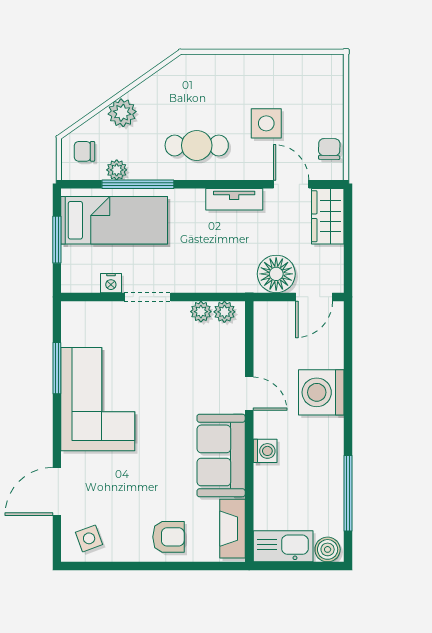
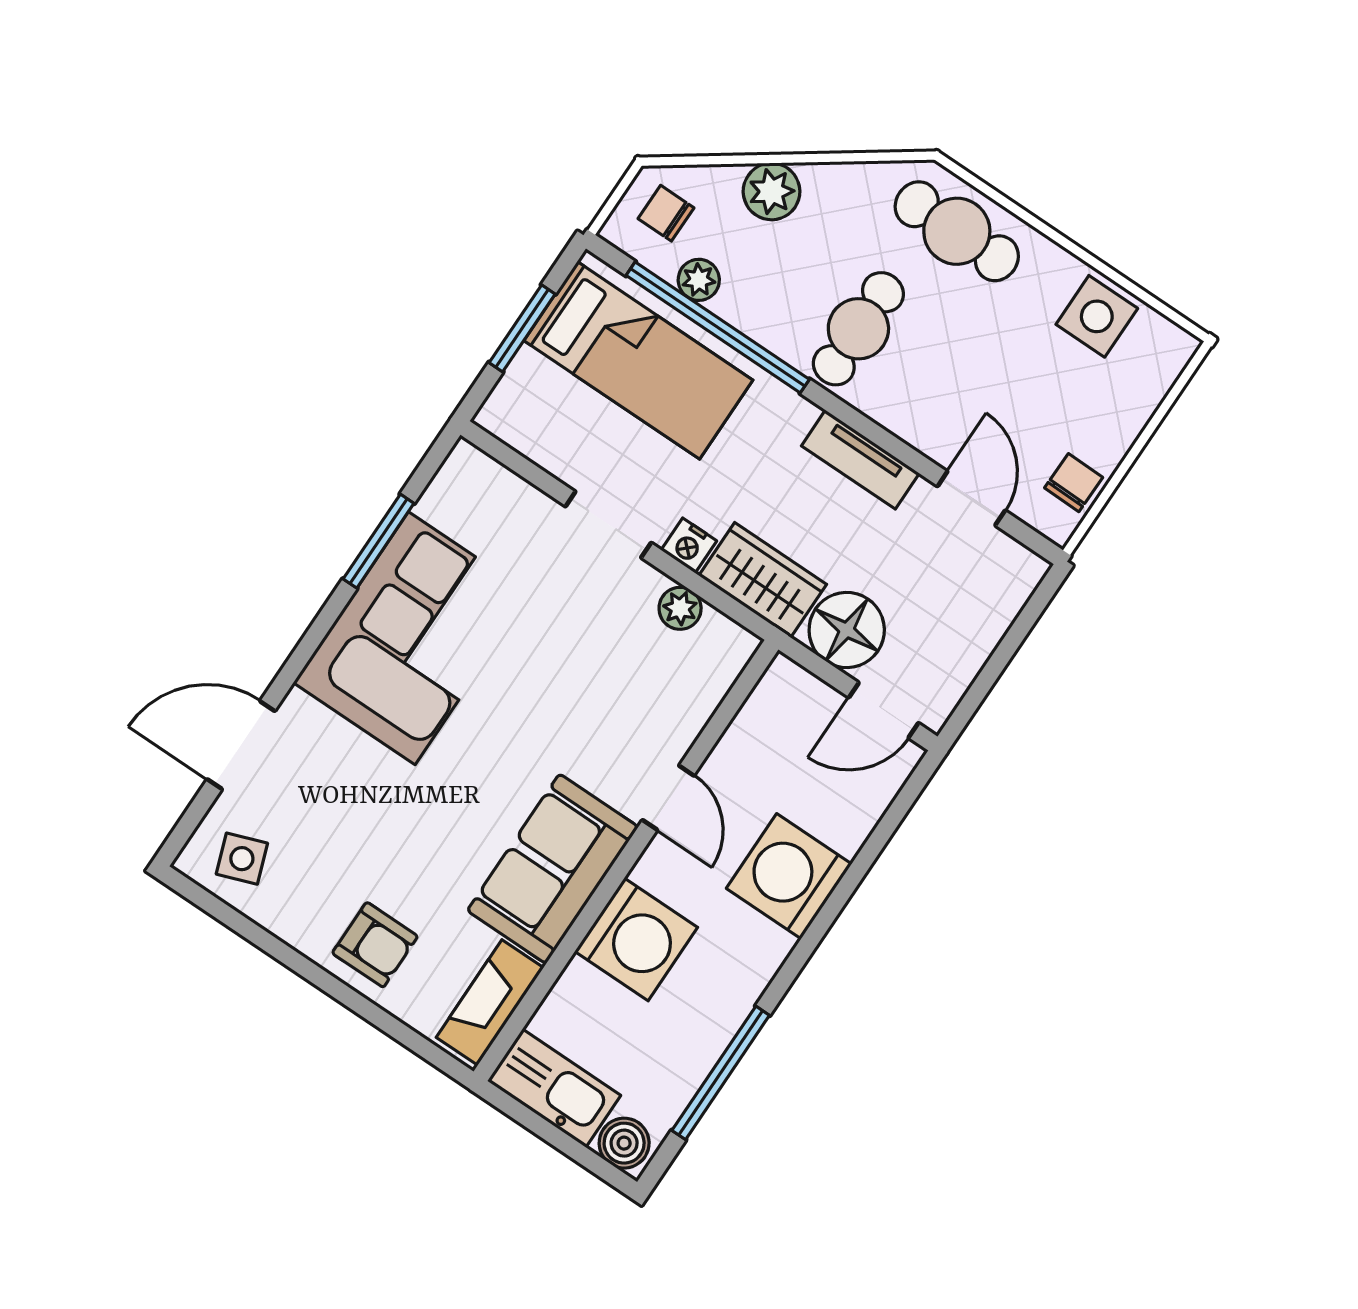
cafe table: (210, 77) -> (957, 231), added
side table: (266, 123) -> (1097, 316), moved
cafe table: (197, 145) -> (858, 329), turned 90
window: (138, 184) -> (718, 327), width x1.46
wardrobe: (328, 216) -> (763, 580), moved, turned 90
nightstand: (111, 283) -> (689, 545), moved
plant: (224, 312) -> (719, 635), removed
washing machine: (265, 451) -> (636, 939), width x1.89, depth x1.89

